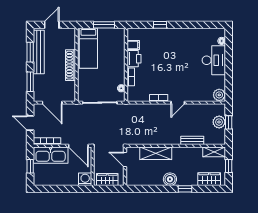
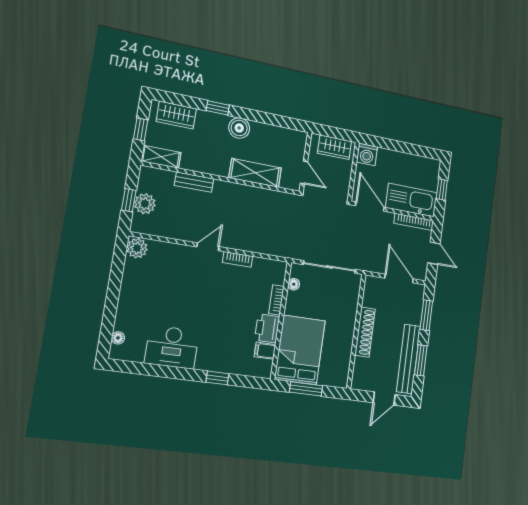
bed: (88, 48) -> (300, 350), moved, width x1.50
desk: (214, 60) -> (172, 347), moved, turned -90

